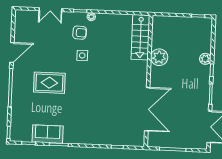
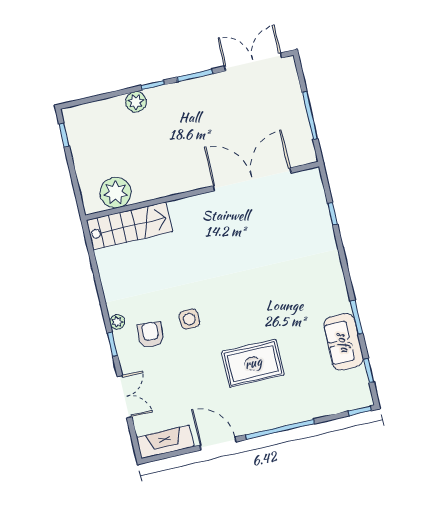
fireplace: (20, 25) -> (165, 442), added
plant: (159, 57) -> (116, 193), moved
rug: (49, 83) -> (253, 363), turned 90

